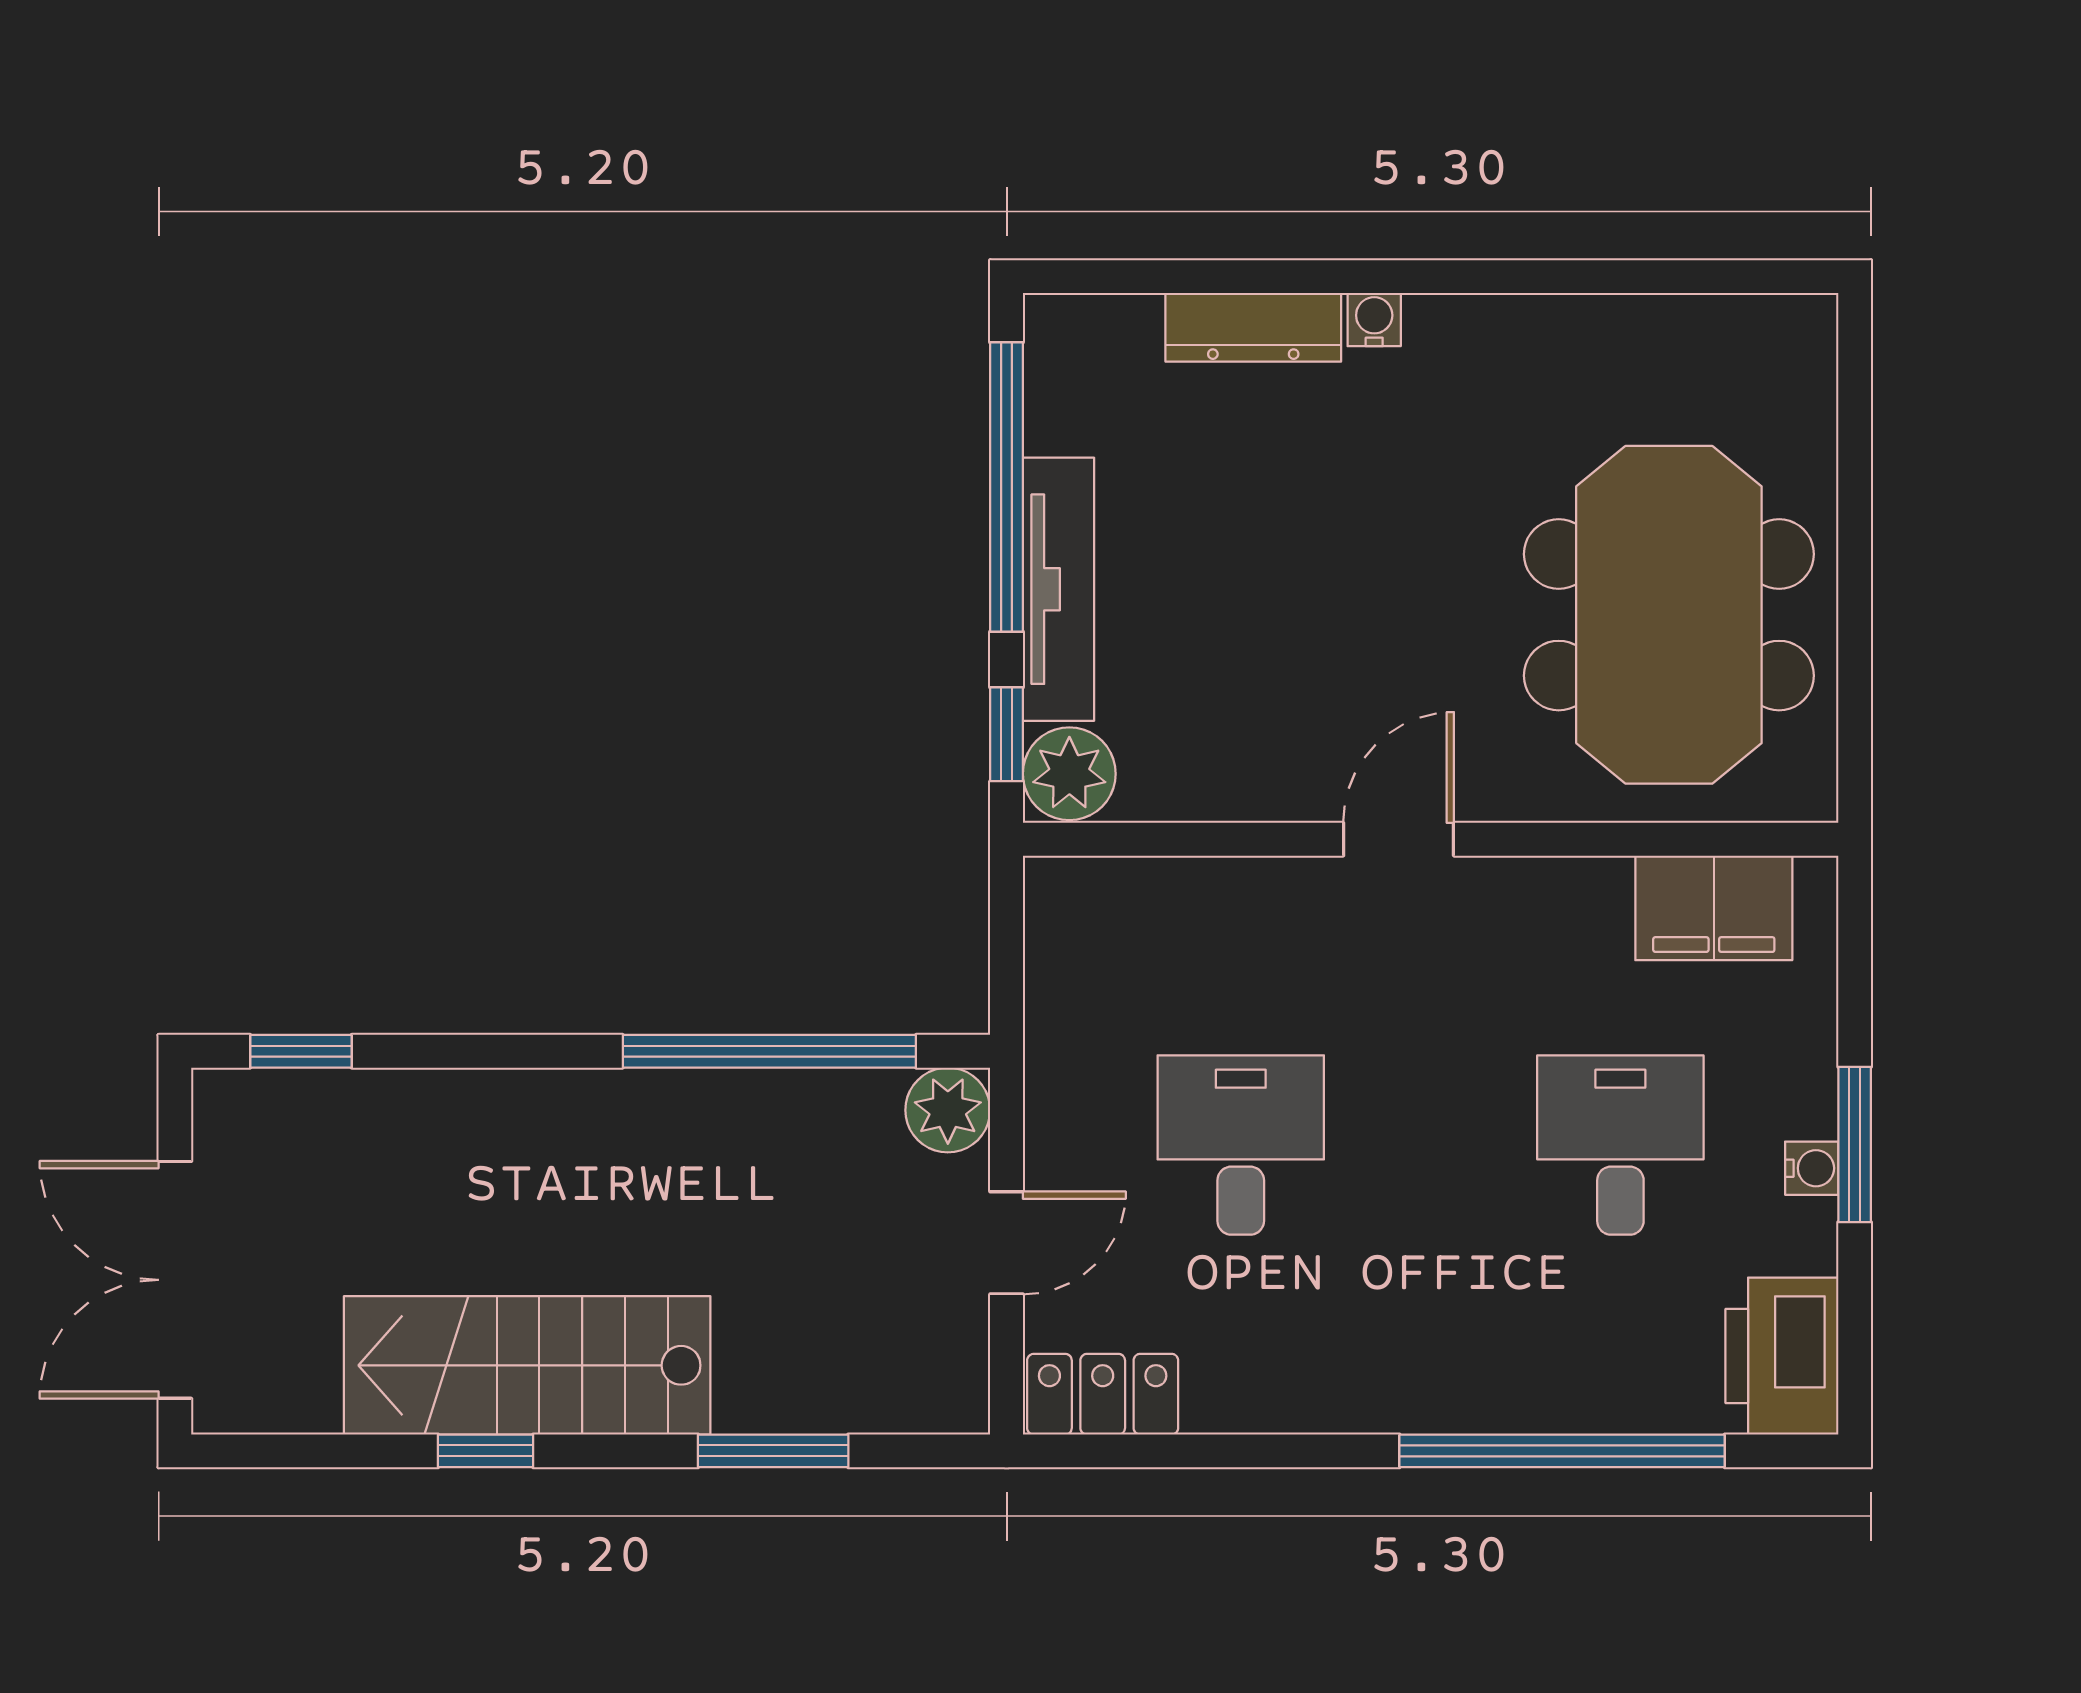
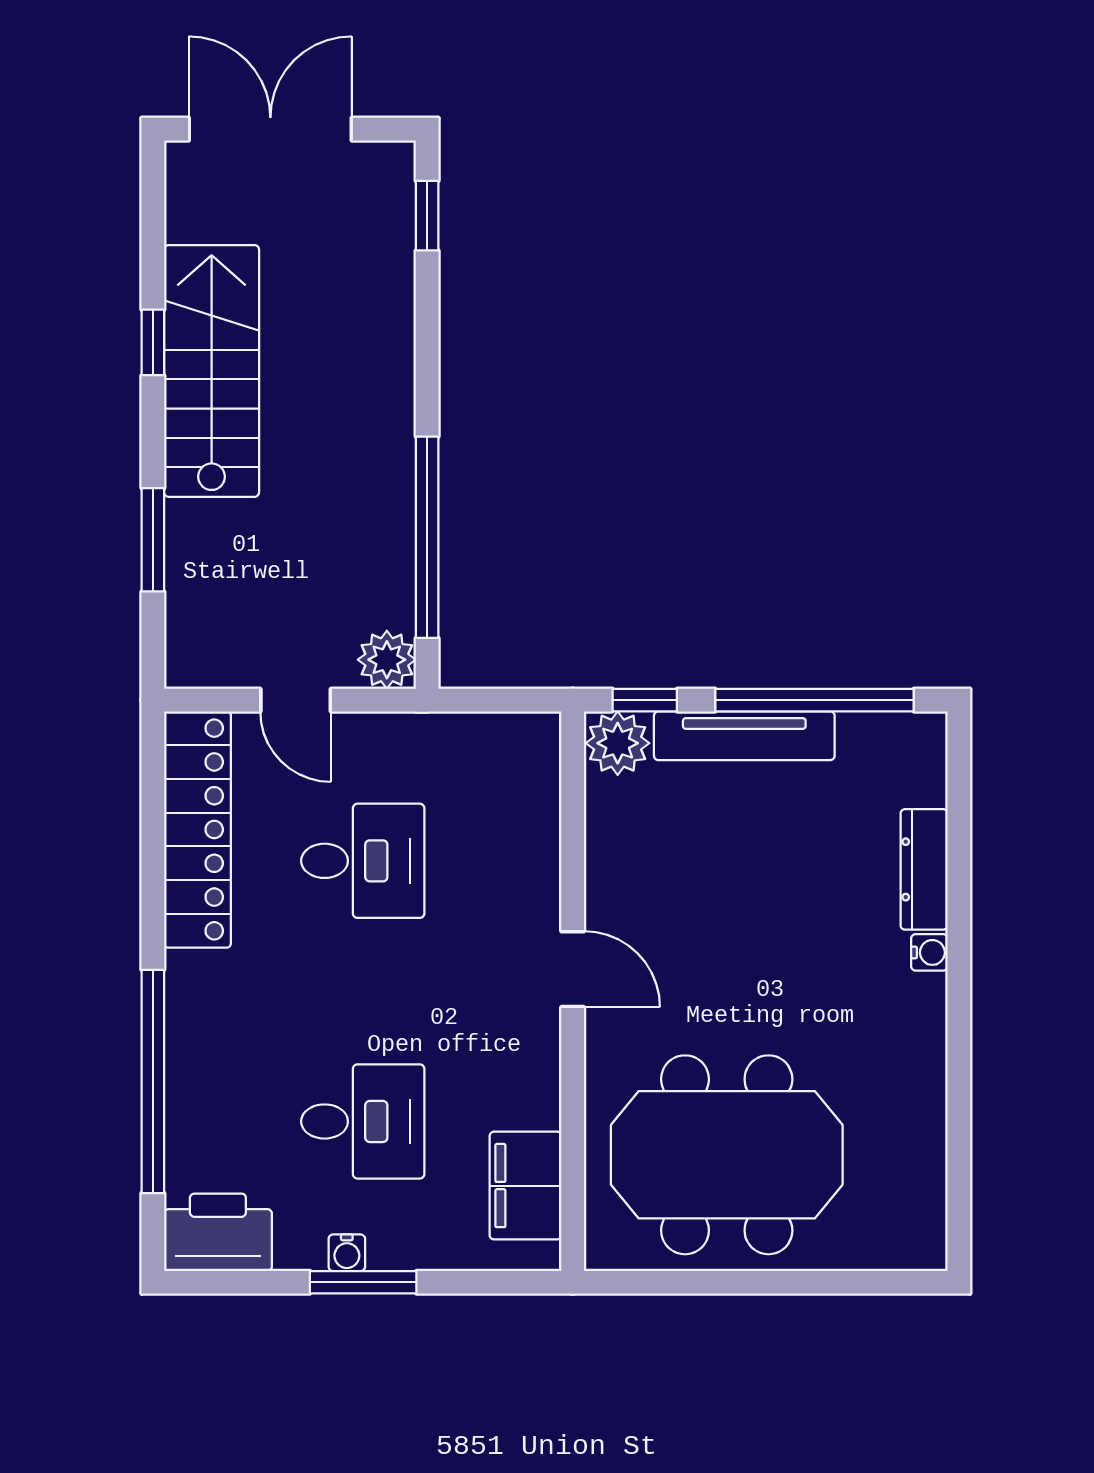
locker: (1103, 1394) -> (197, 829), width x2.16, depth x1.21

